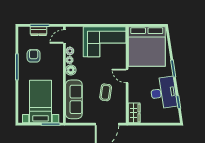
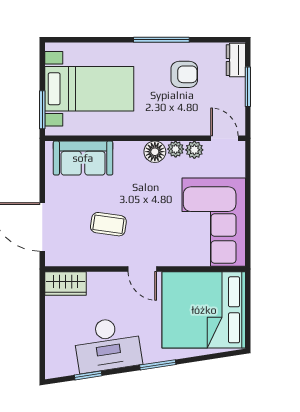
dresser: (39, 31) -> (236, 60), moved
door: (127, 76) -> (142, 269), swing flipped
sofa: (74, 99) -> (83, 158), width x0.73

